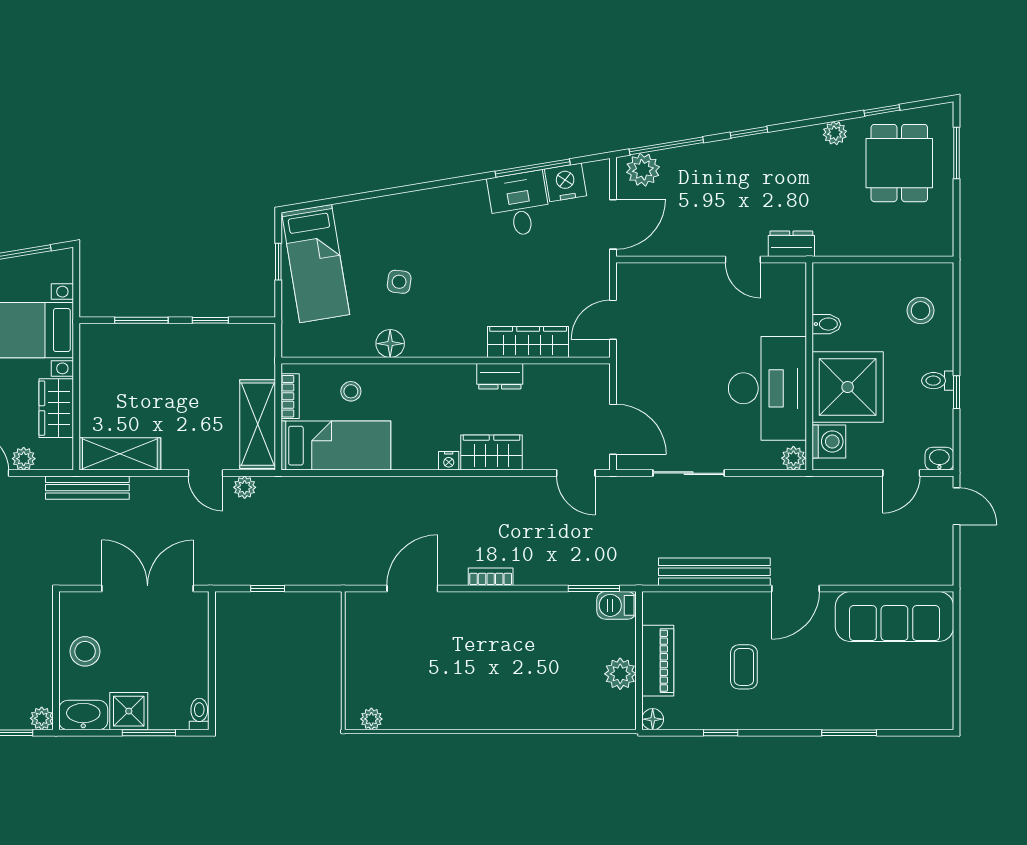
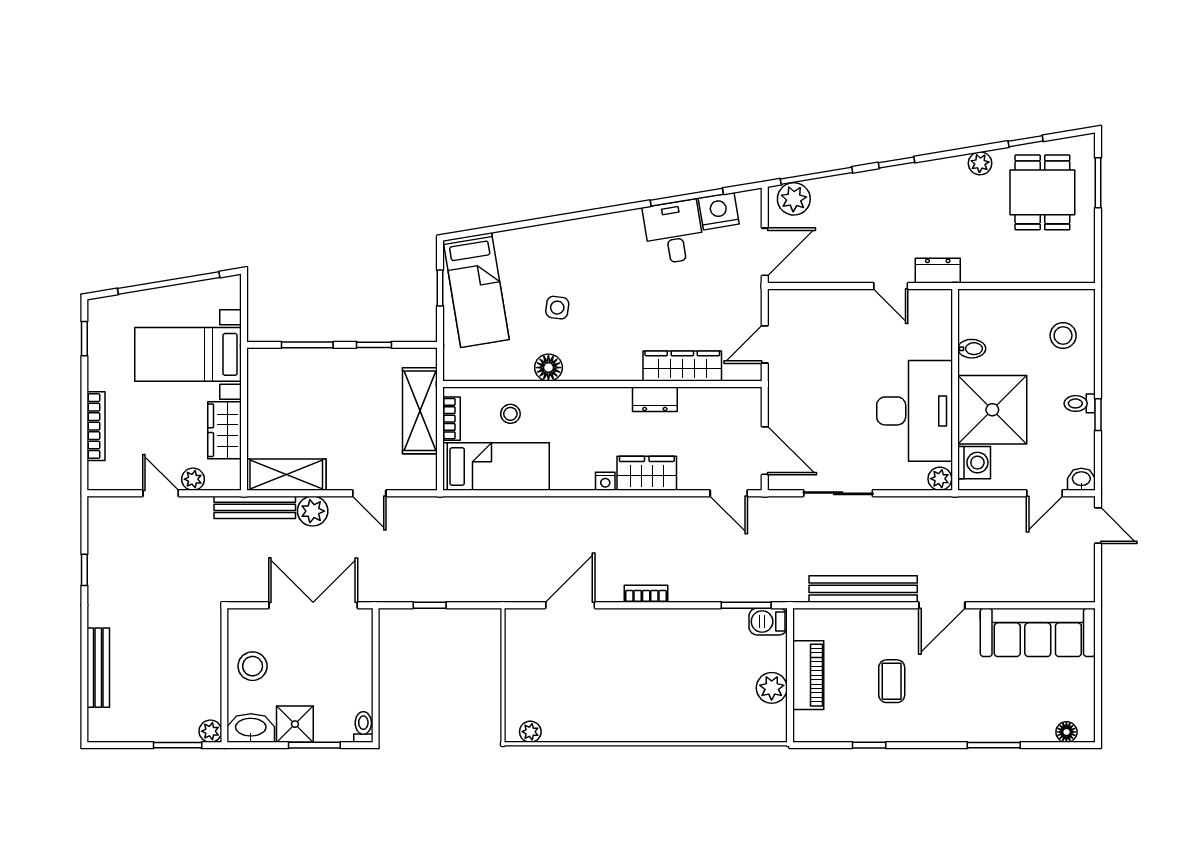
shelving: (258, 424) -> (420, 411), moved
plant: (245, 487) -> (313, 511), moved, width x1.38, depth x1.38
floor lamp: (653, 719) -> (1066, 732), moved

